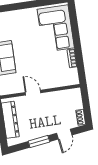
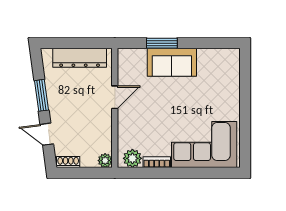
plant: (72, 75) -> (132, 158), added
plant: (76, 93) -> (105, 161), added

